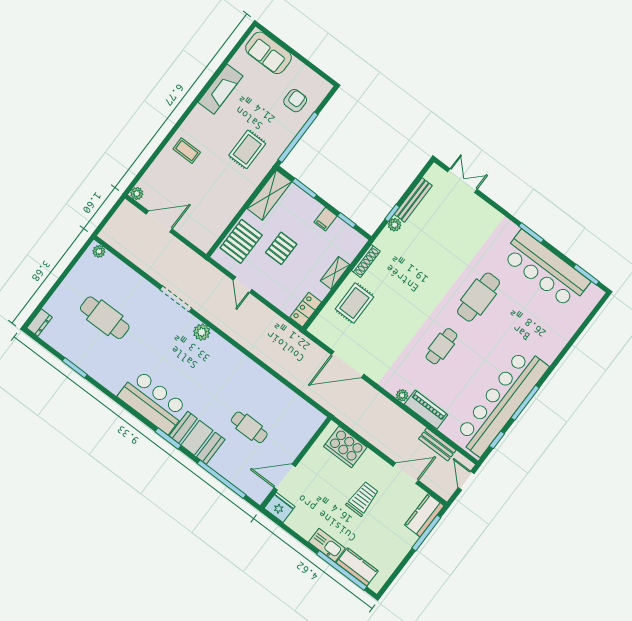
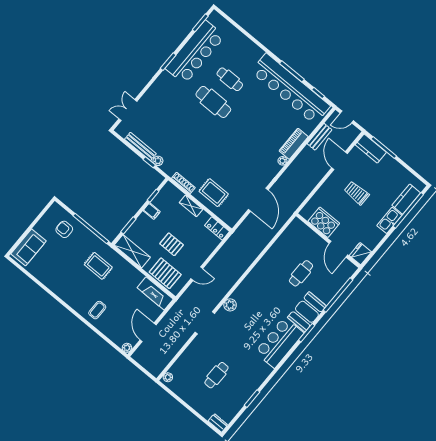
fireplace: (221, 89) -> (155, 293), moved, turned 180
cafe table: (105, 318) -> (216, 375), width x0.73, depth x0.74
cafe table: (441, 346) -> (230, 79), moved
cooker: (345, 447) -> (324, 222), moved, turned -90

